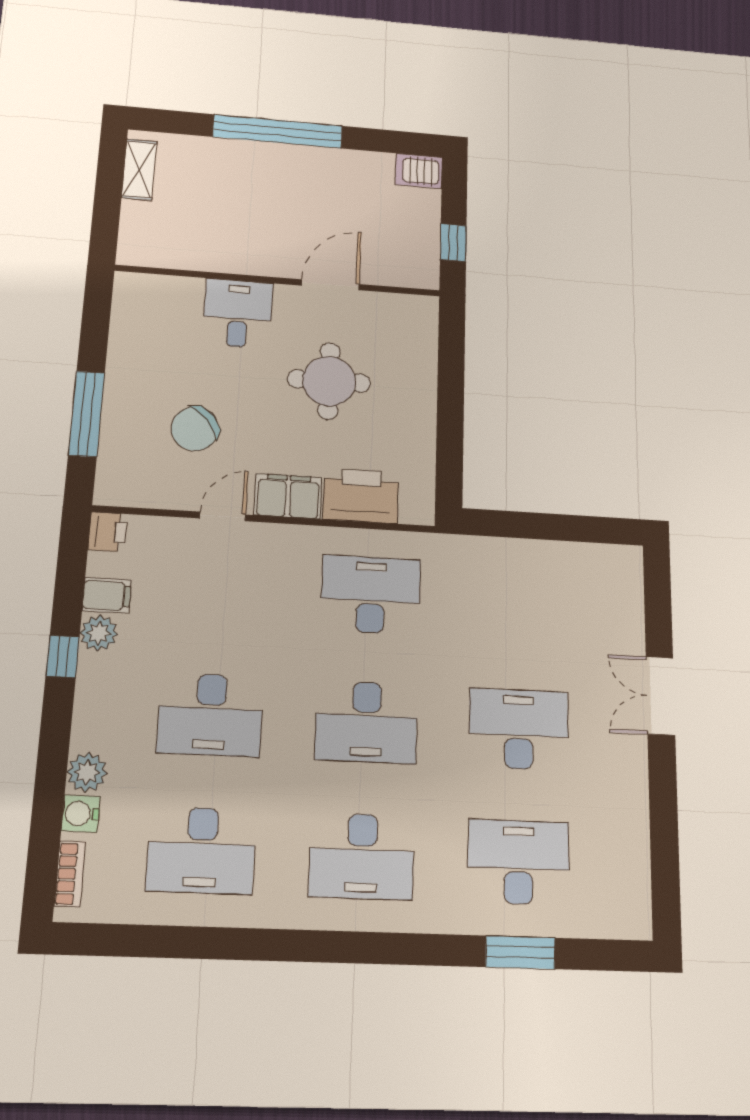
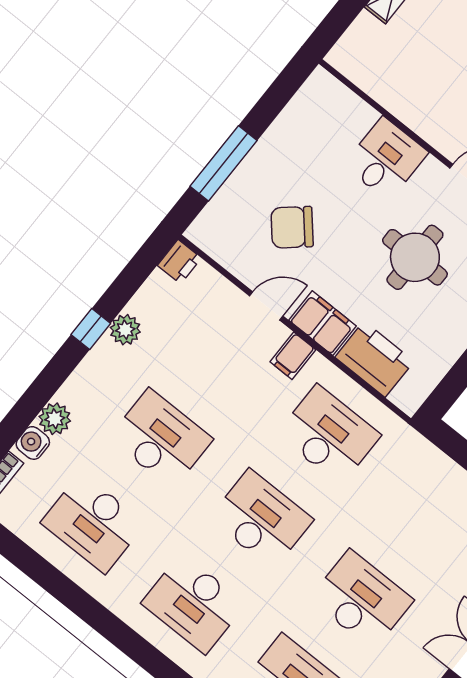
filing cabinet: (107, 595) -> (293, 356), moved, turned 90
desk: (210, 715) -> (161, 439), turned 180
desk: (366, 722) -> (261, 519), turned 180

